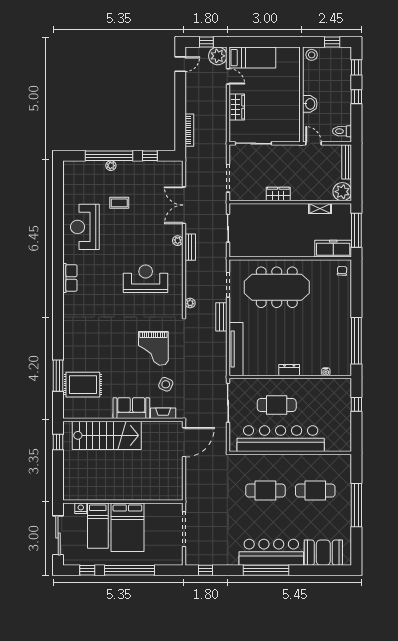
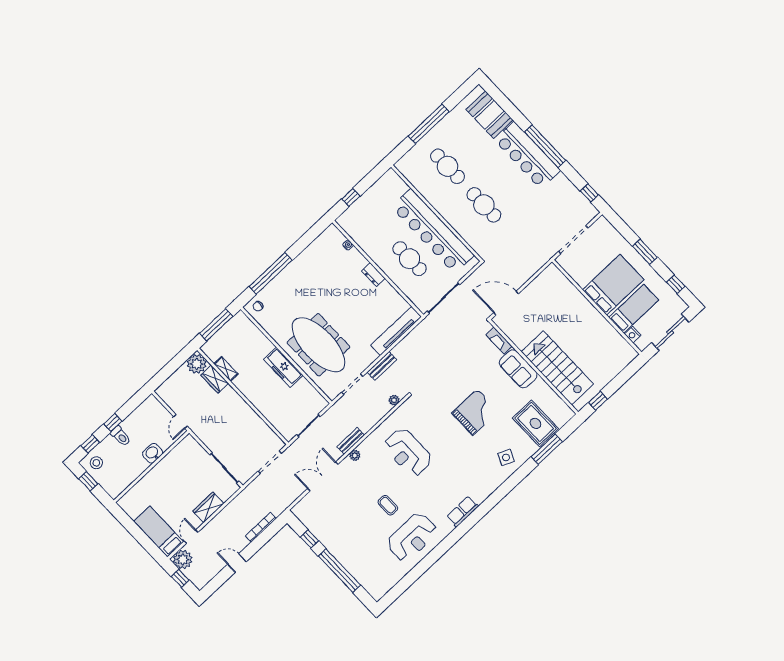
stool: (312, 55) -> (96, 463), moved
door: (180, 64) -> (237, 563), moved
toilet: (342, 131) -> (121, 436), moved
bench: (347, 162) -> (170, 382), removed
plant: (111, 166) -> (346, 562), removed
wardrobe: (278, 194) -> (215, 379), moved
coffee table: (119, 203) -> (388, 505), moved
double door: (184, 205) -> (323, 476), swing flipped
freezer: (333, 249) -> (283, 367), moved
window: (356, 341) -> (271, 273), moved
grand piano: (153, 348) -> (475, 412), moved
side table: (166, 384) -> (506, 457), moved
window: (129, 570) -> (645, 252), width x0.47

